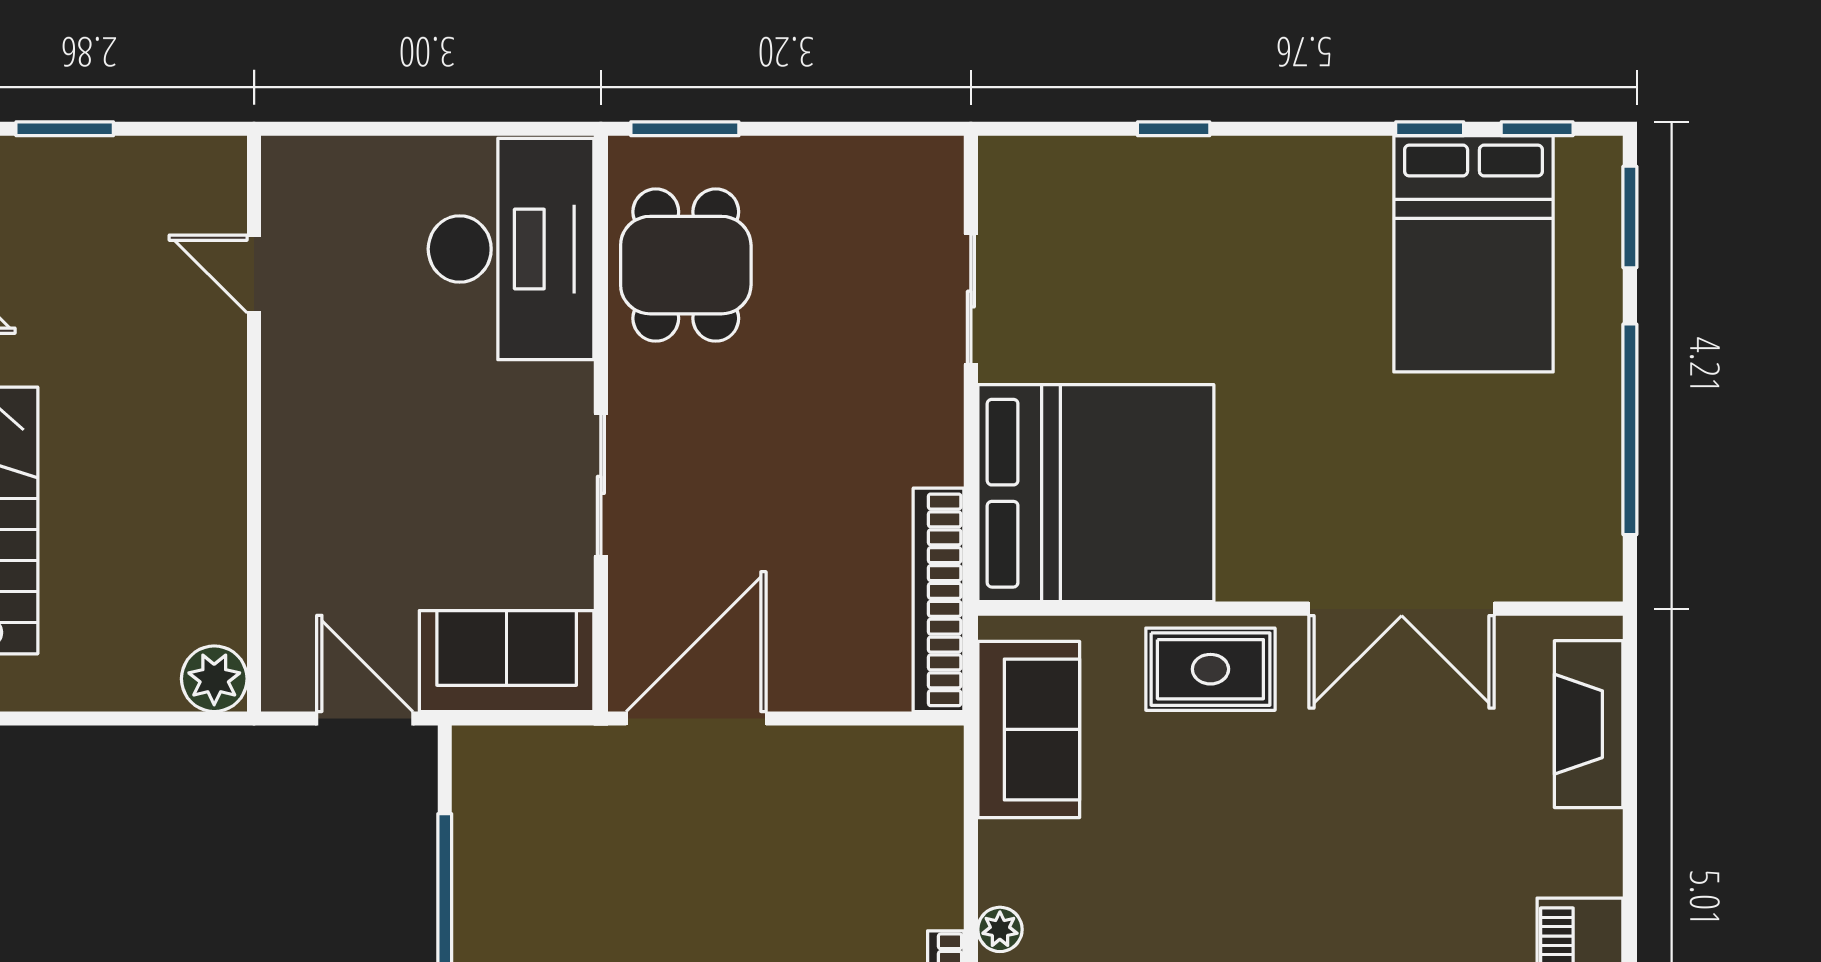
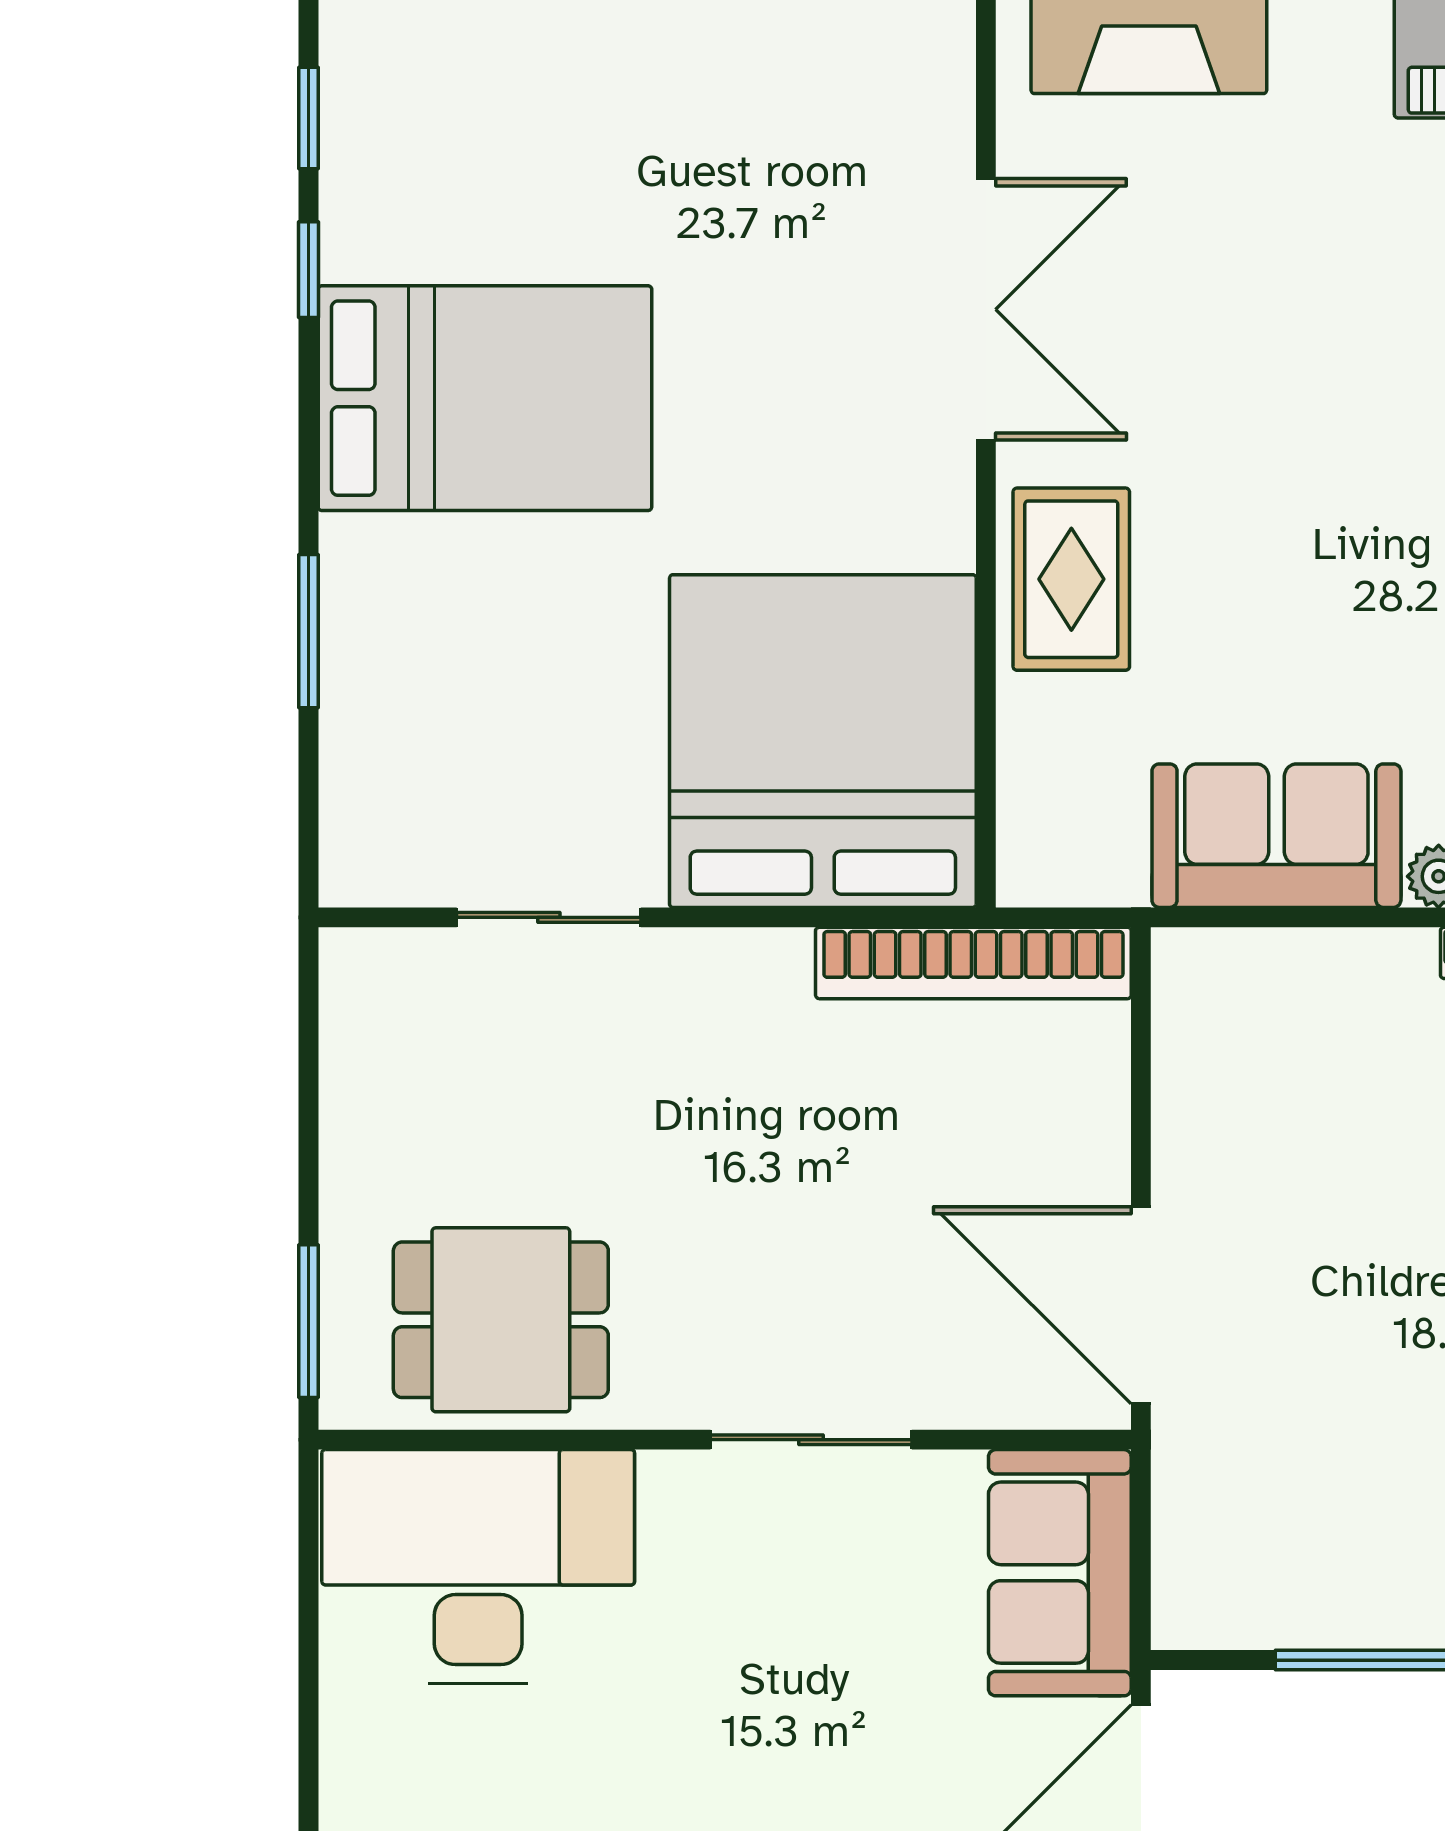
window: (1174, 129) -> (308, 631), width x1.50
bed: (1473, 254) -> (485, 398), moved
sofa: (1029, 729) -> (1276, 836), moved

